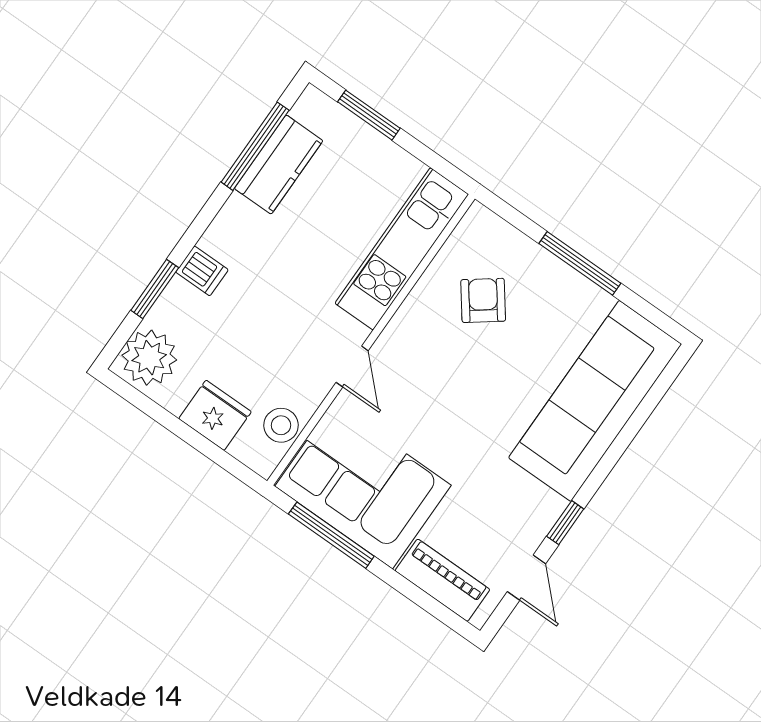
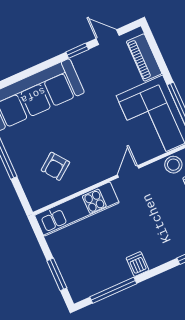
kitchen counter: (279, 165) -> (108, 276), removed
dishwasher: (202, 271) -> (137, 264), moved
door: (527, 578) -> (108, 37), hinge flipped

